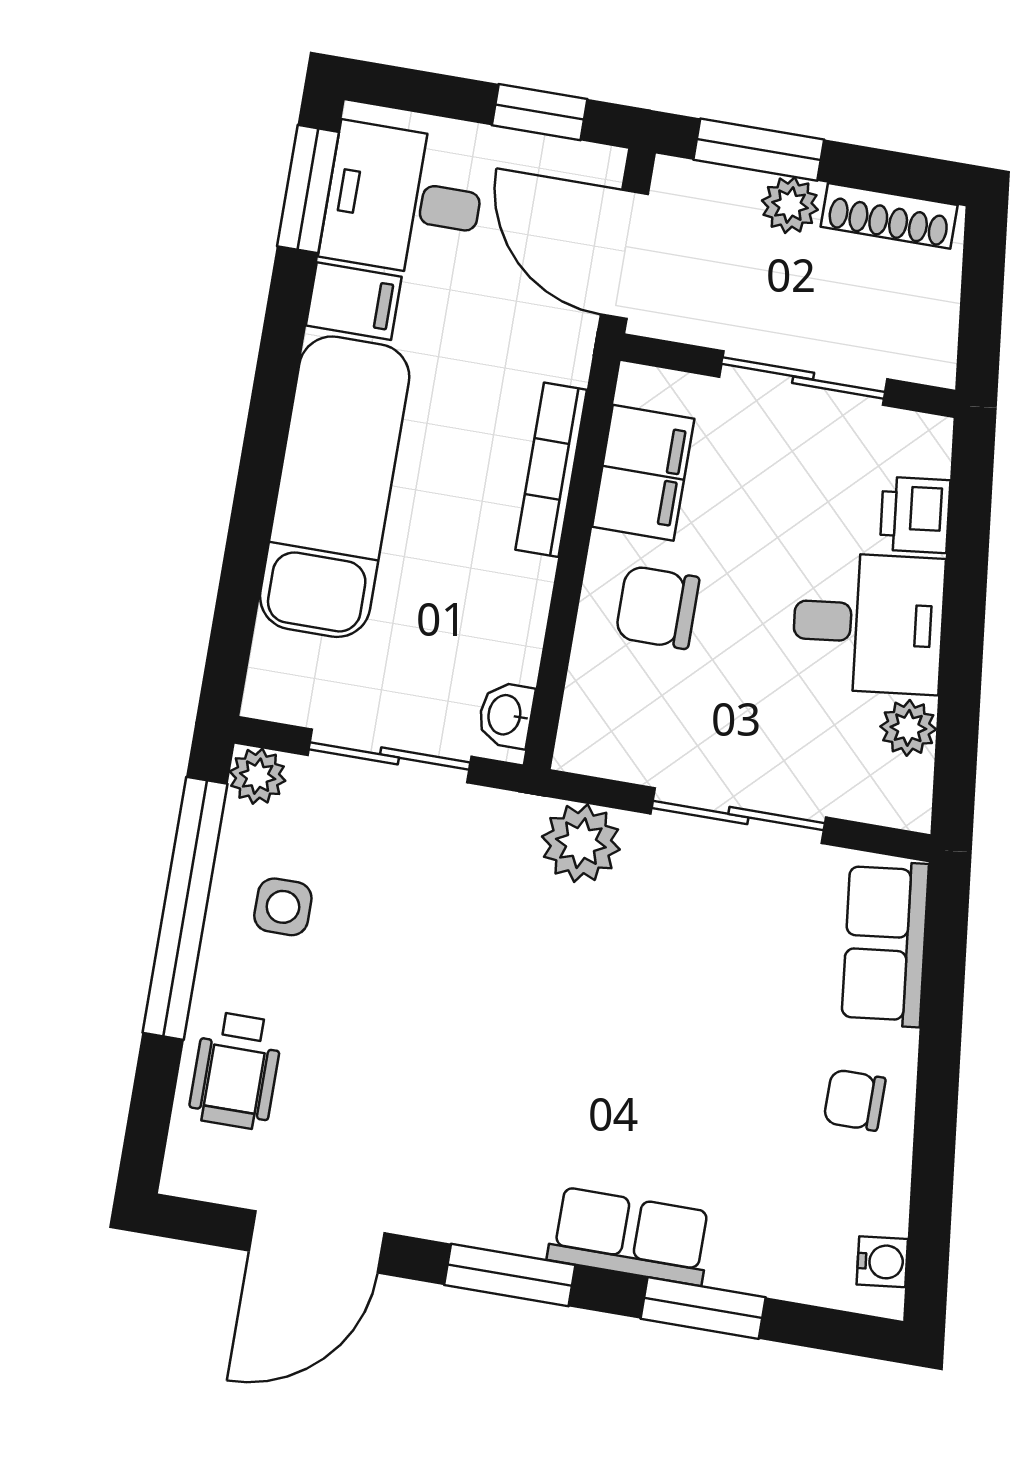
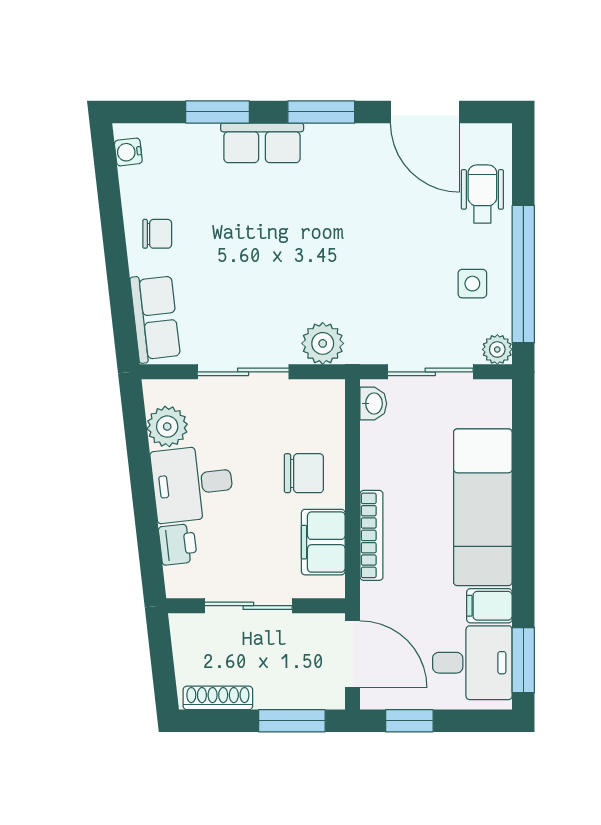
plant: (790, 205) -> (271, 695), removed
plant: (908, 728) -> (167, 427), width x1.38, depth x1.38
door: (317, 1242) -> (425, 112), swing flipped

